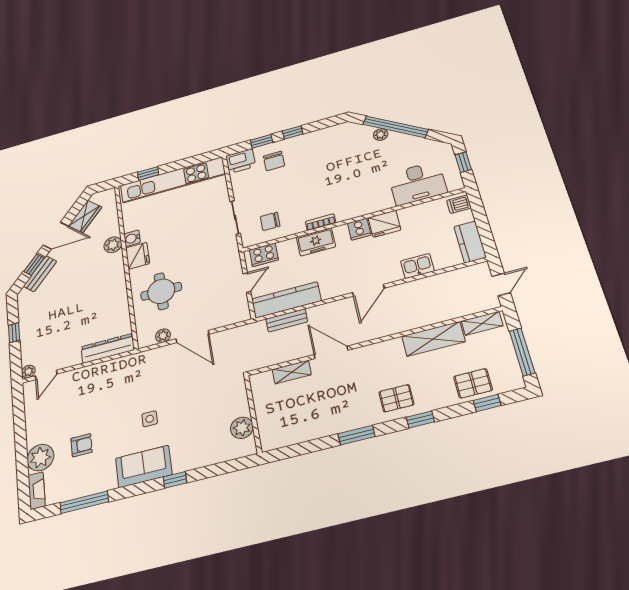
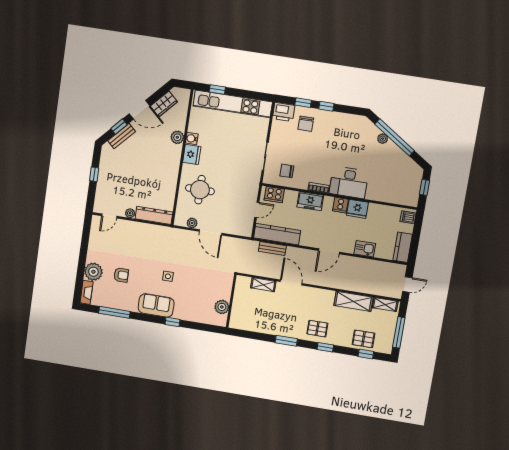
desk: (417, 183) -> (349, 182), moved
plant: (28, 372) -> (130, 213), moved

